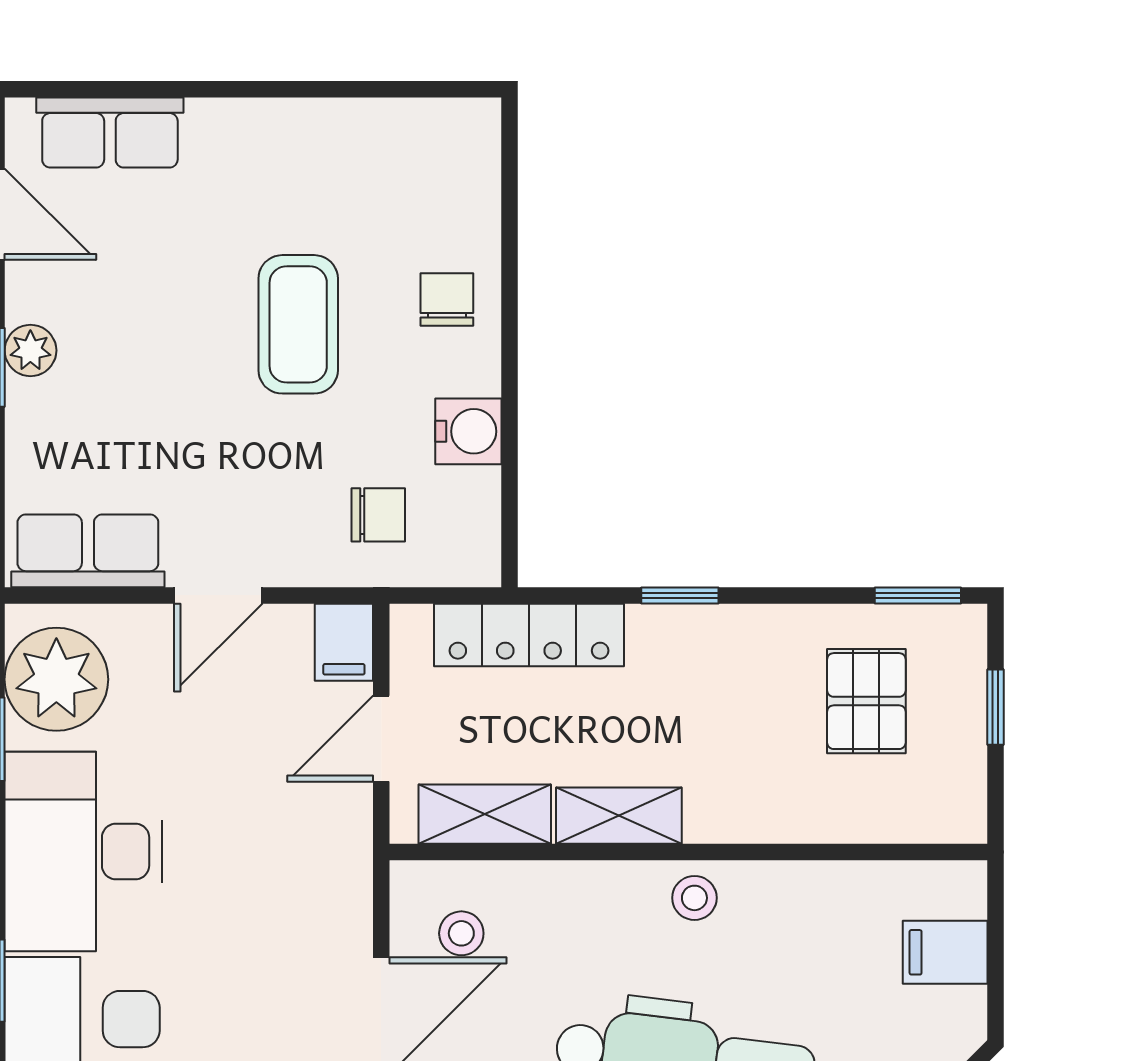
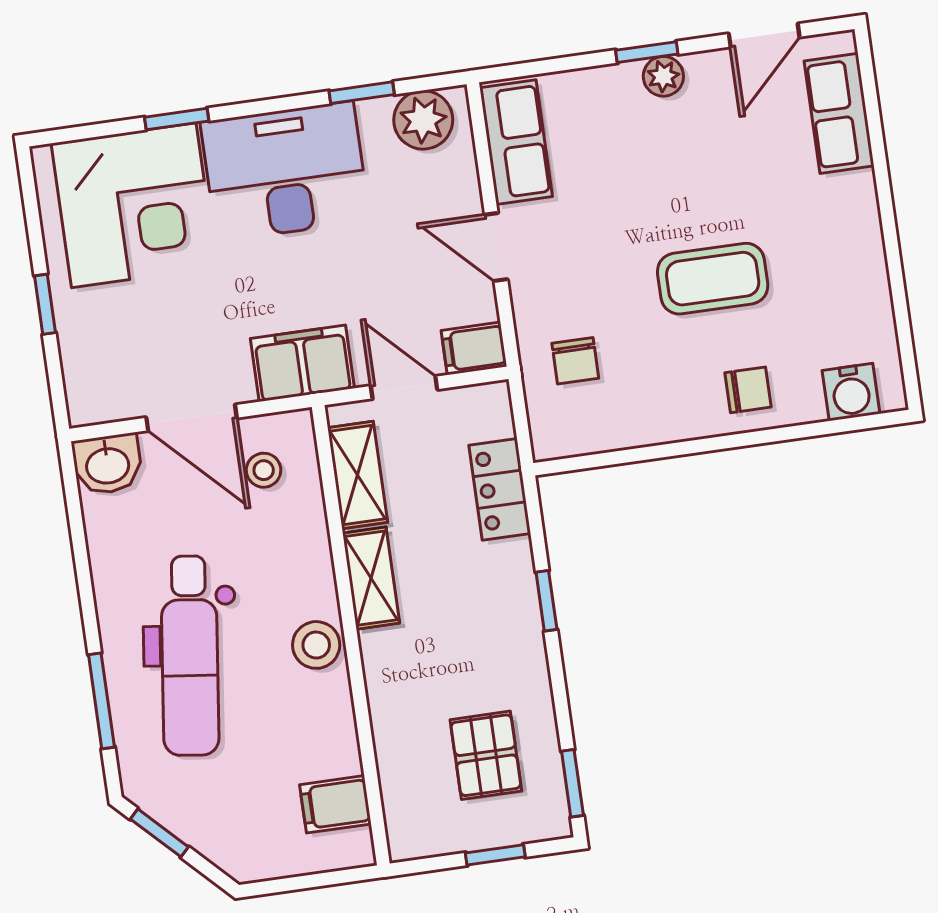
water cooler: (468, 431) -> (851, 392), moved
locker: (529, 635) -> (500, 489), width x0.66
plant: (56, 679) -> (423, 120), width x0.73, depth x0.73
pallet: (866, 701) -> (486, 755), turned 90
filing cabinet: (332, 864) -> (302, 363), added
stool: (694, 898) -> (316, 645), width x1.37, depth x1.37
filing cabinet: (945, 952) -> (335, 804), moved, turned -90

